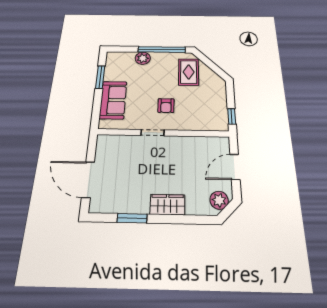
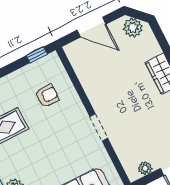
armchair: (166, 106) -> (47, 96), moved
plant: (101, 151) -> (145, 168), added

